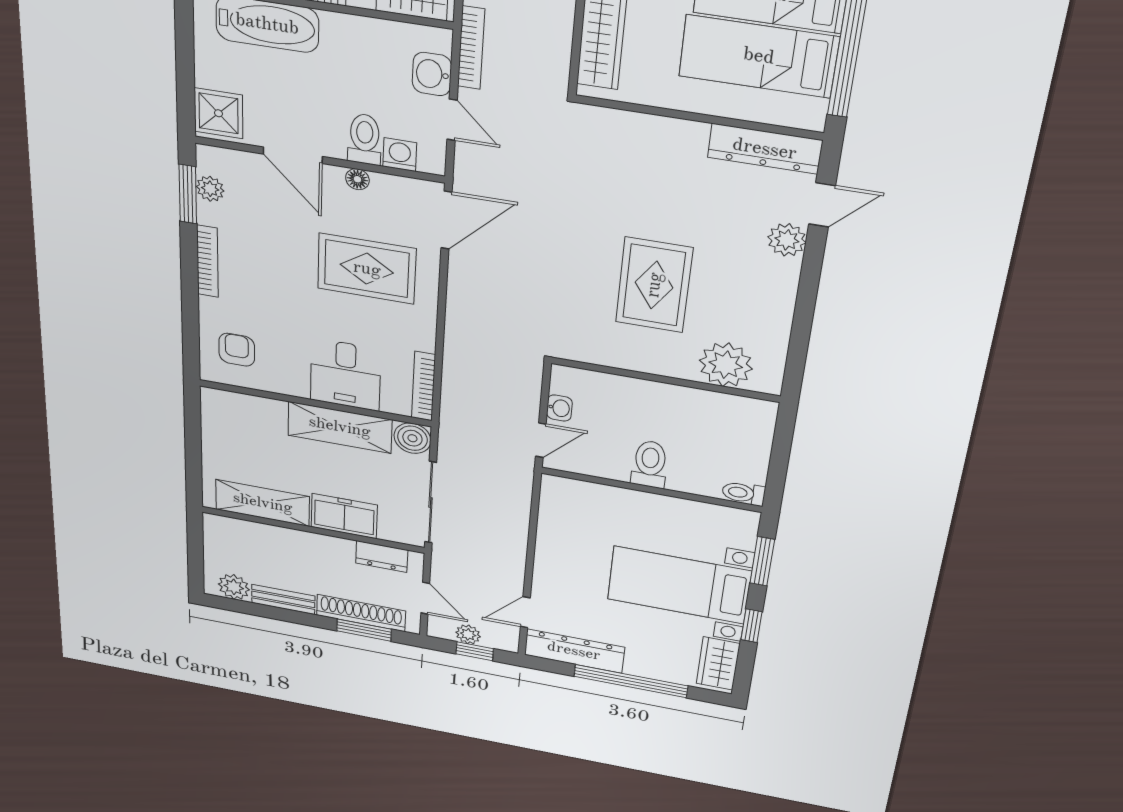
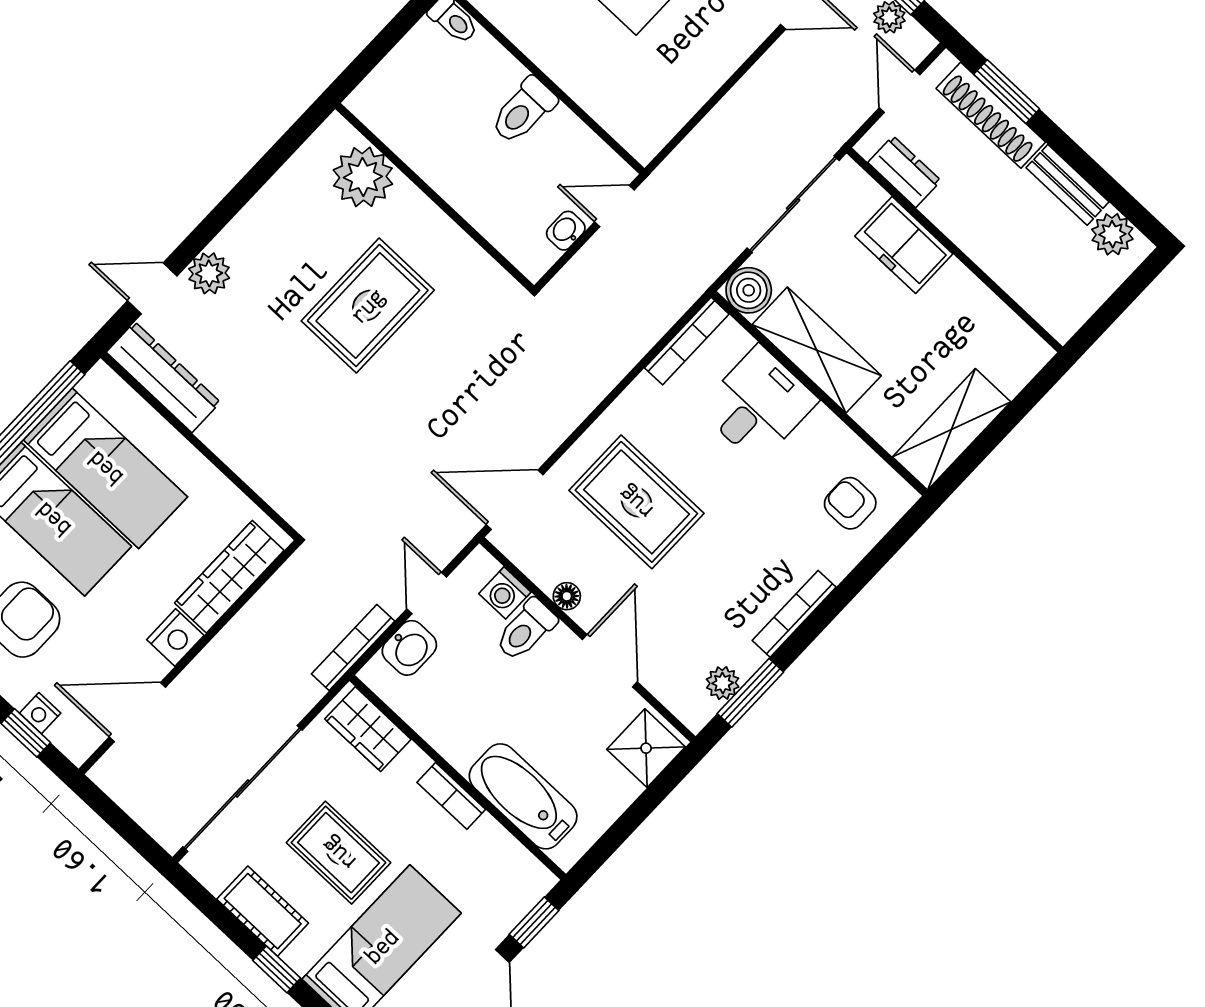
armchair: (237, 350) -> (850, 503), turned 90
shelving: (263, 503) -> (952, 429), moved, turned 90

